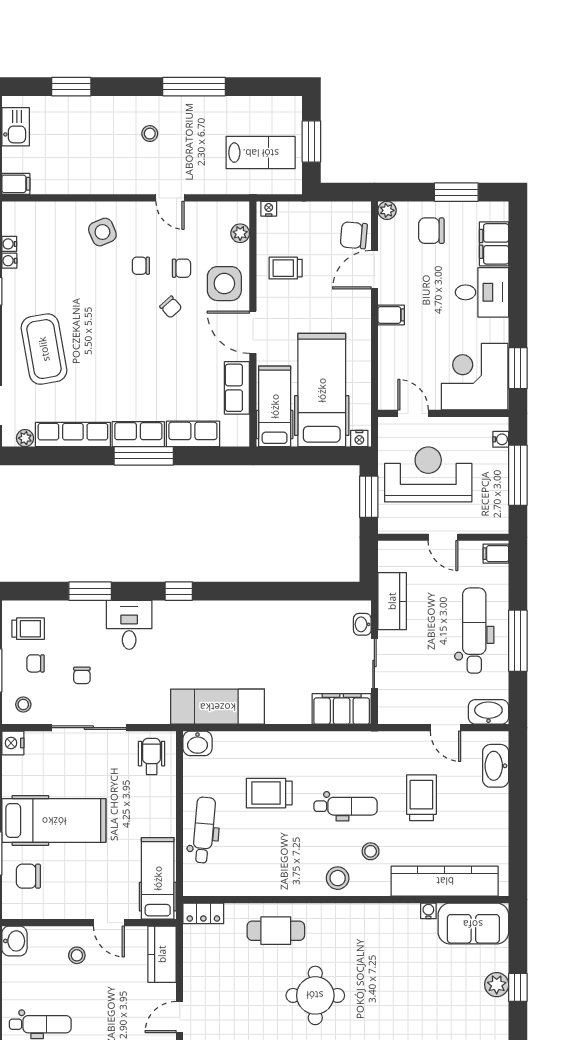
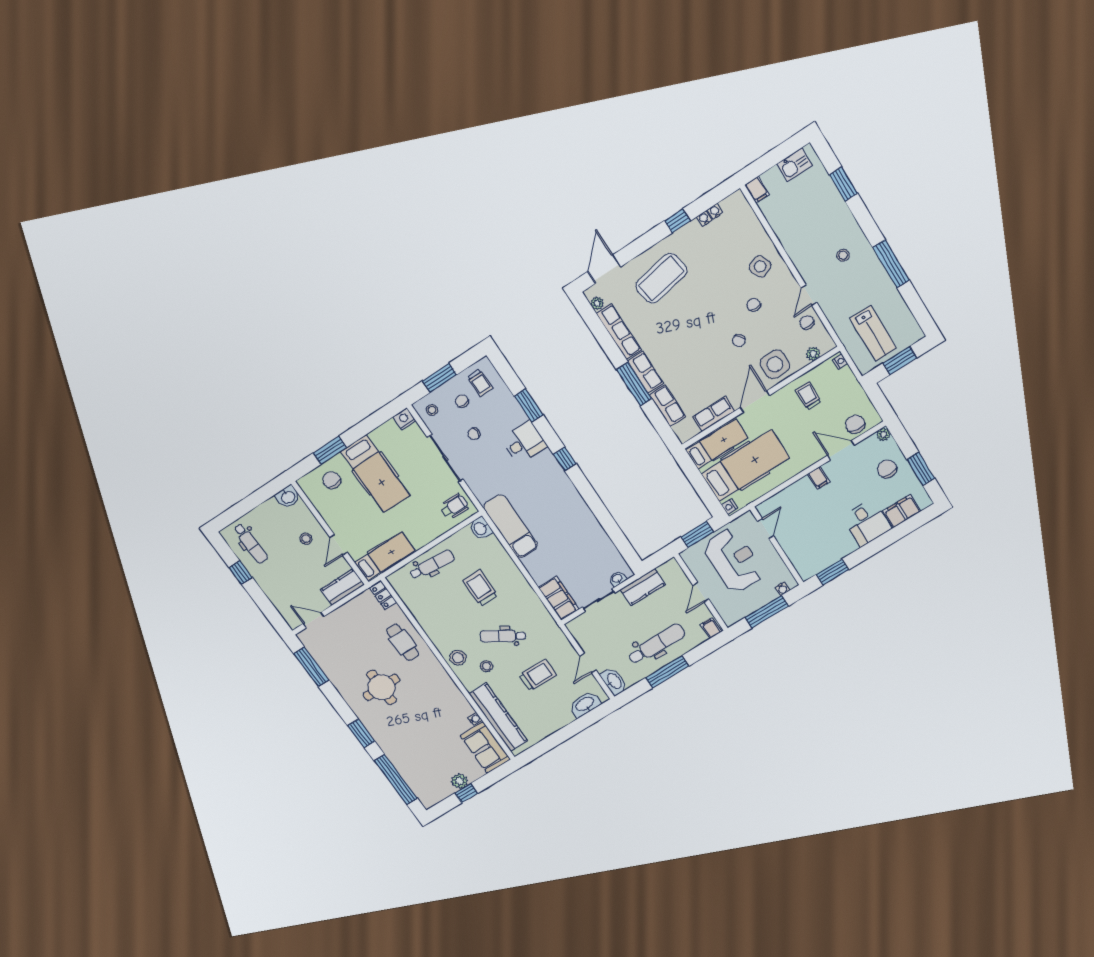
chair: (181, 268) -> (807, 323), moved, turned 180
corner desk: (475, 377) -> (811, 550), removed
dental chair: (346, 806) -> (503, 636), turned 122

